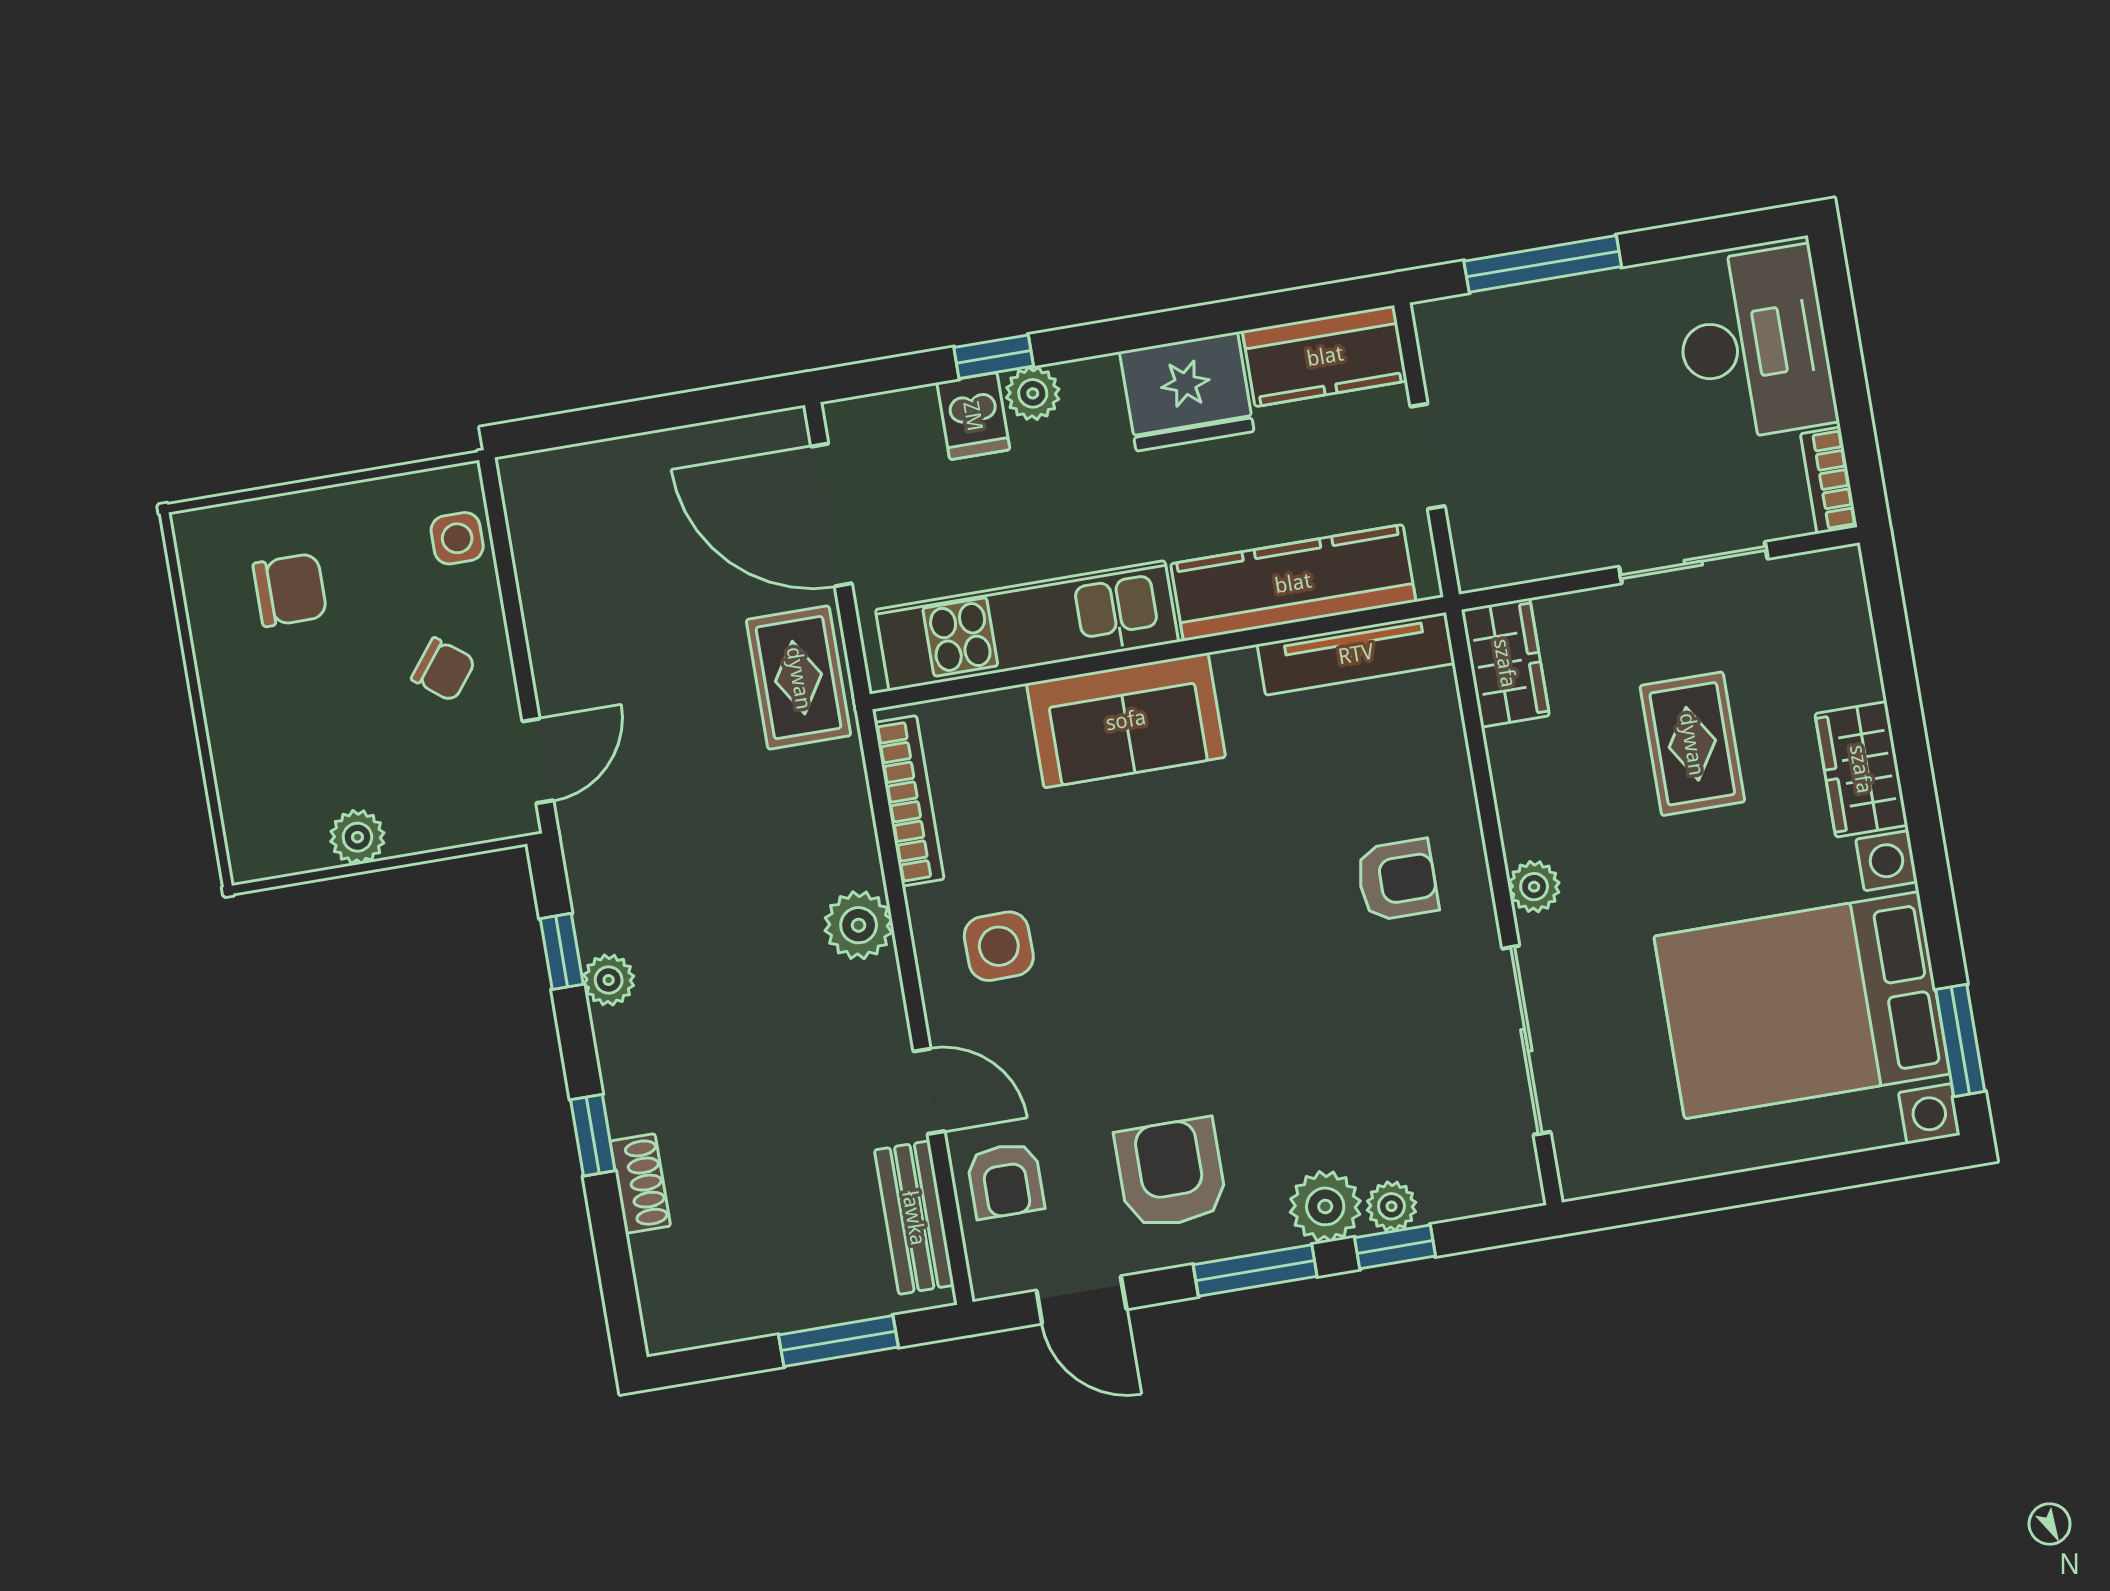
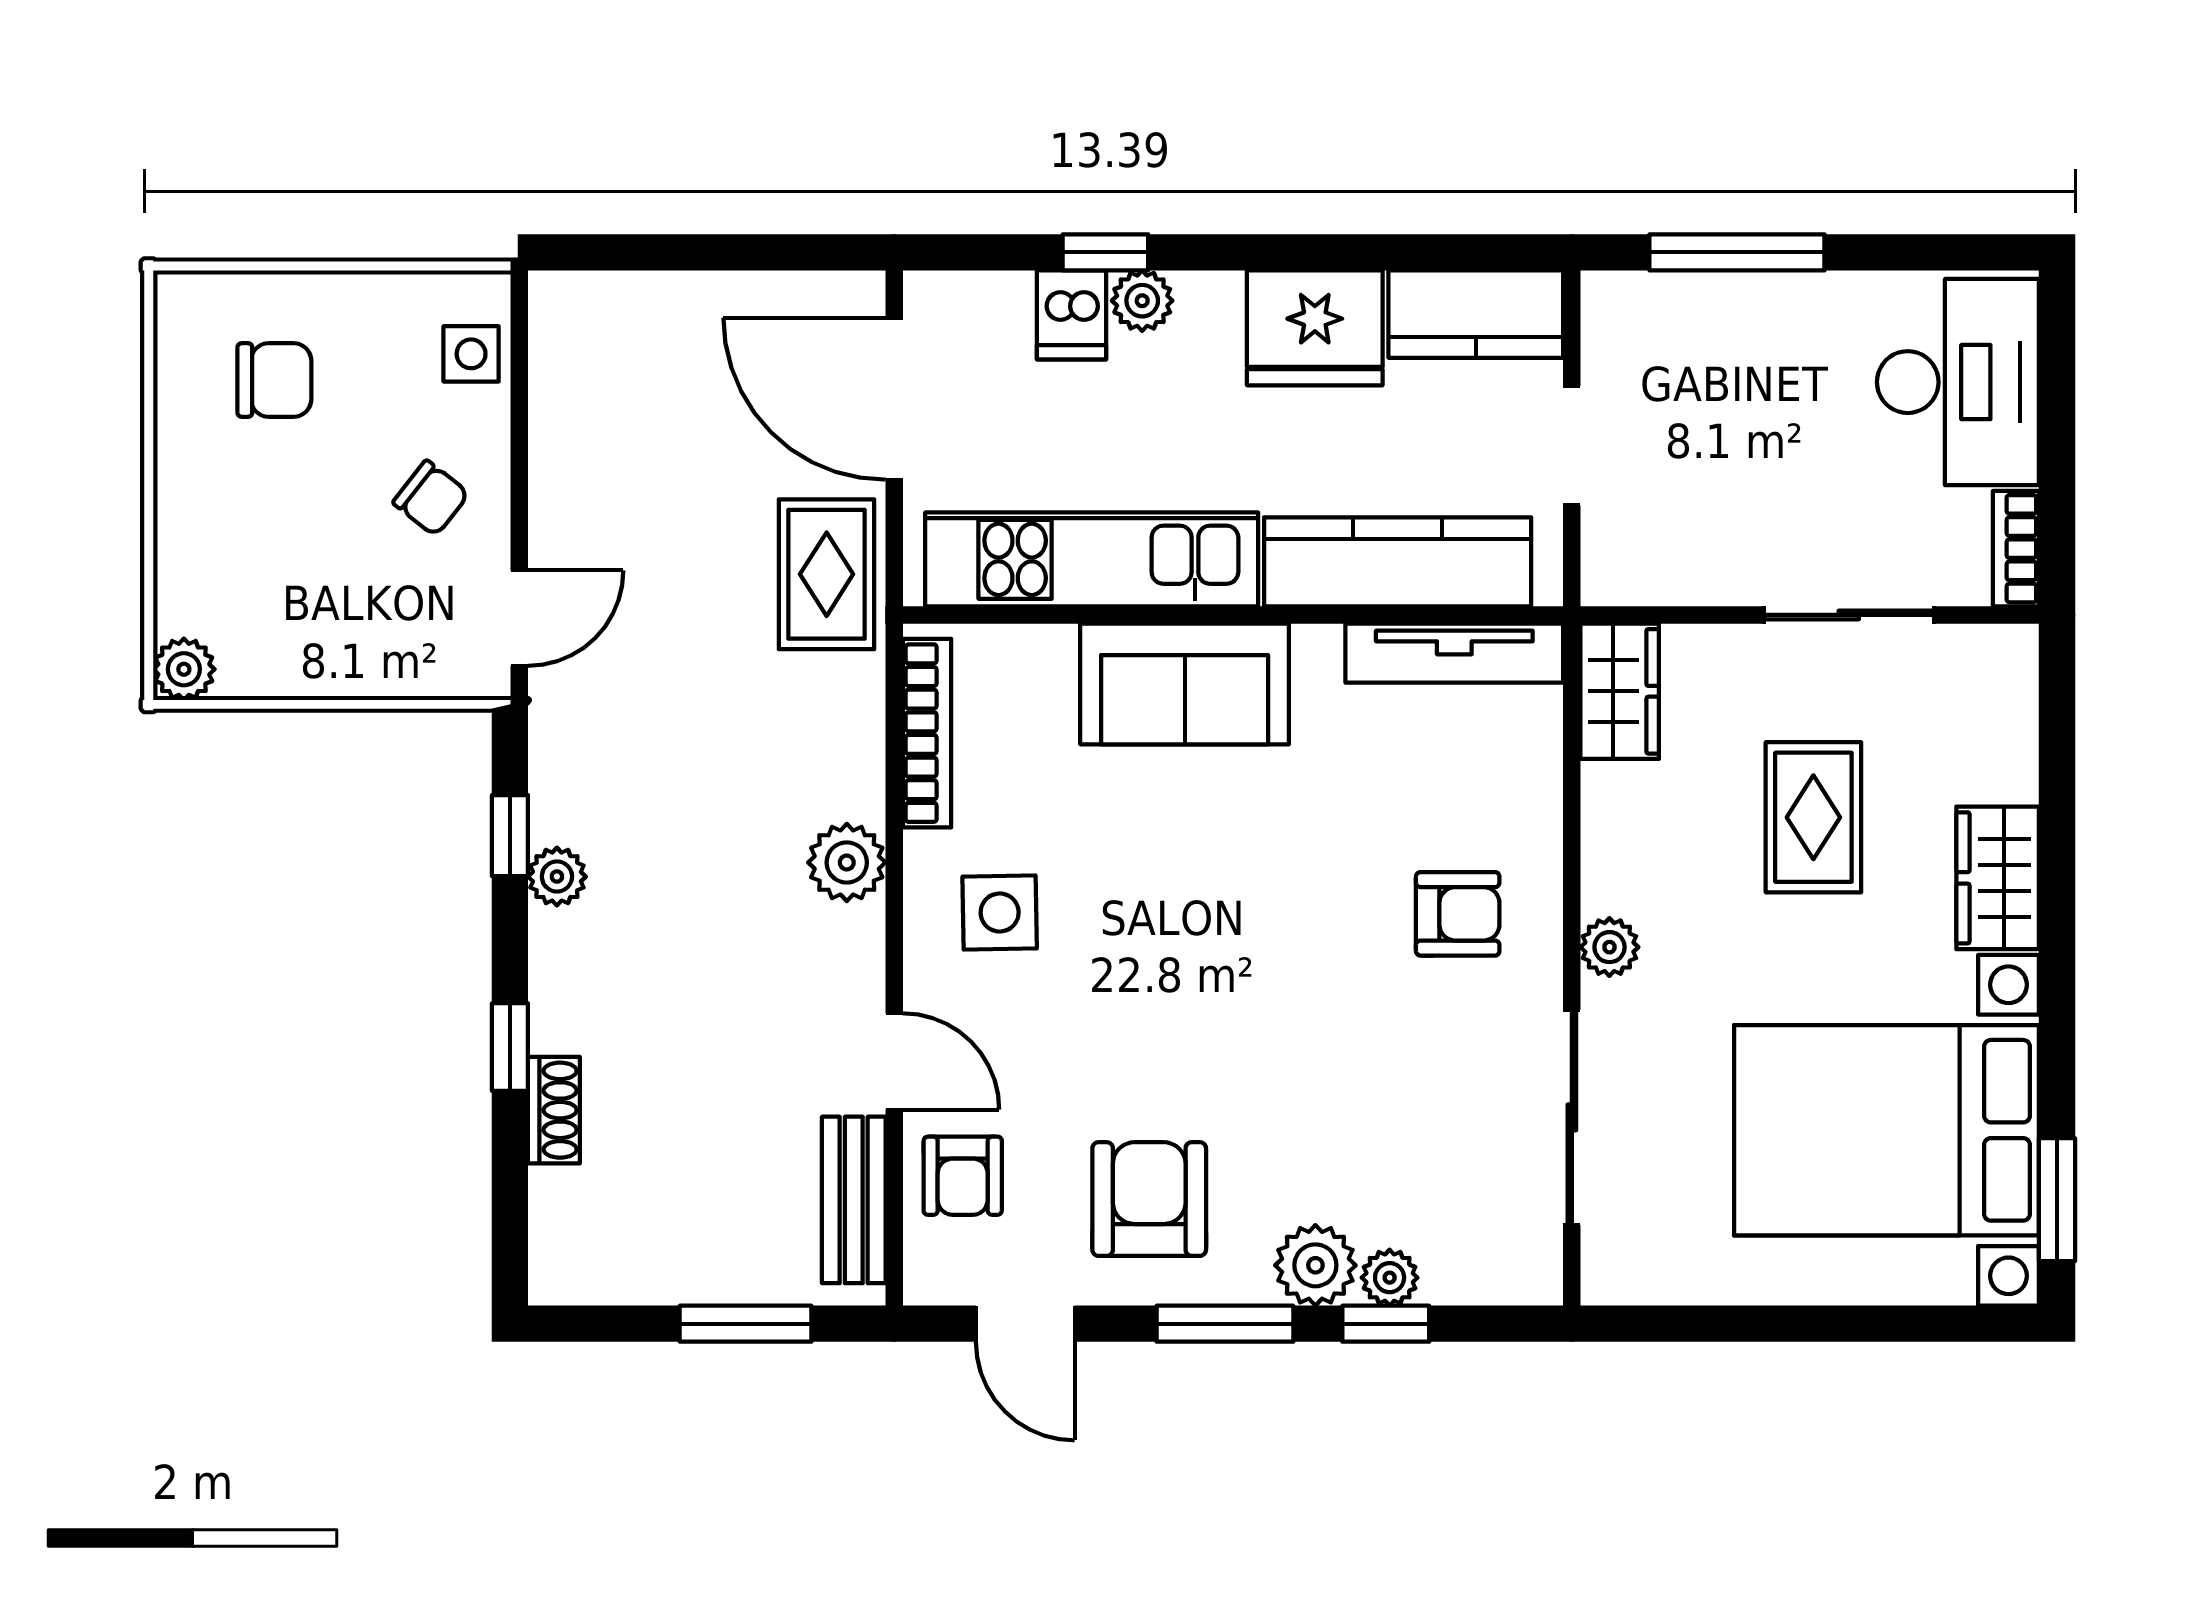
plant: (357, 837) -> (184, 669), moved

